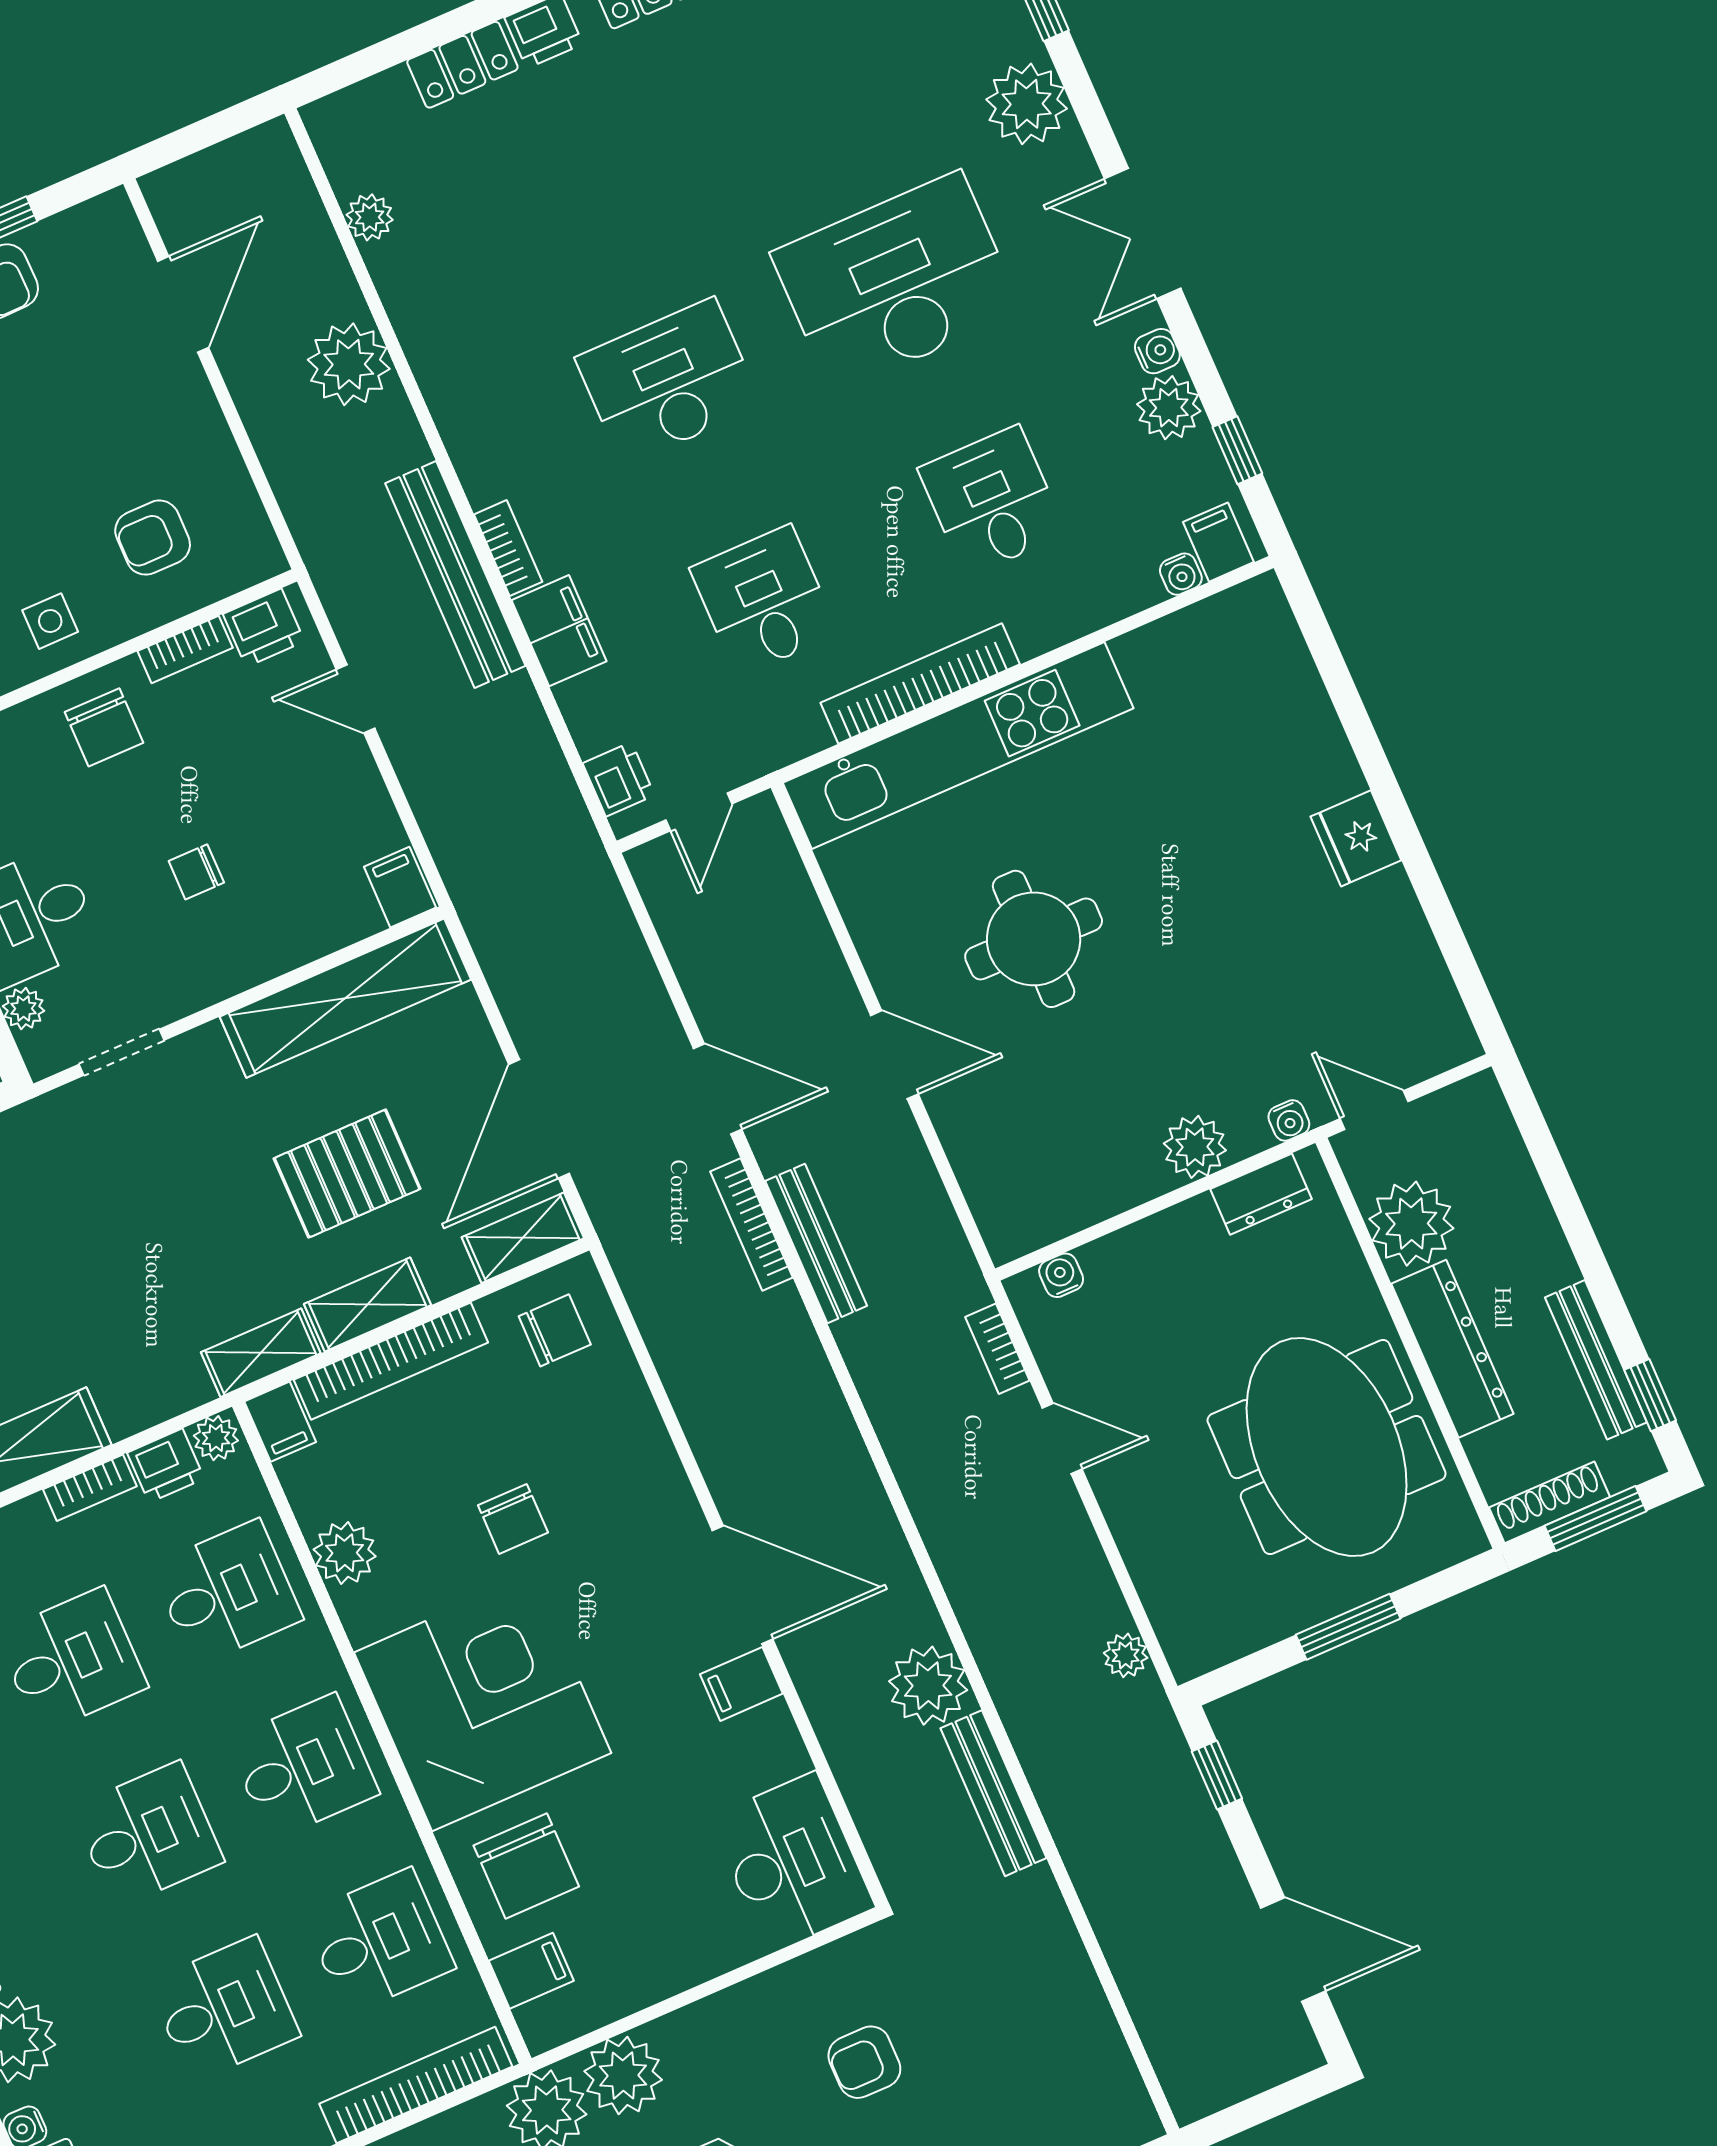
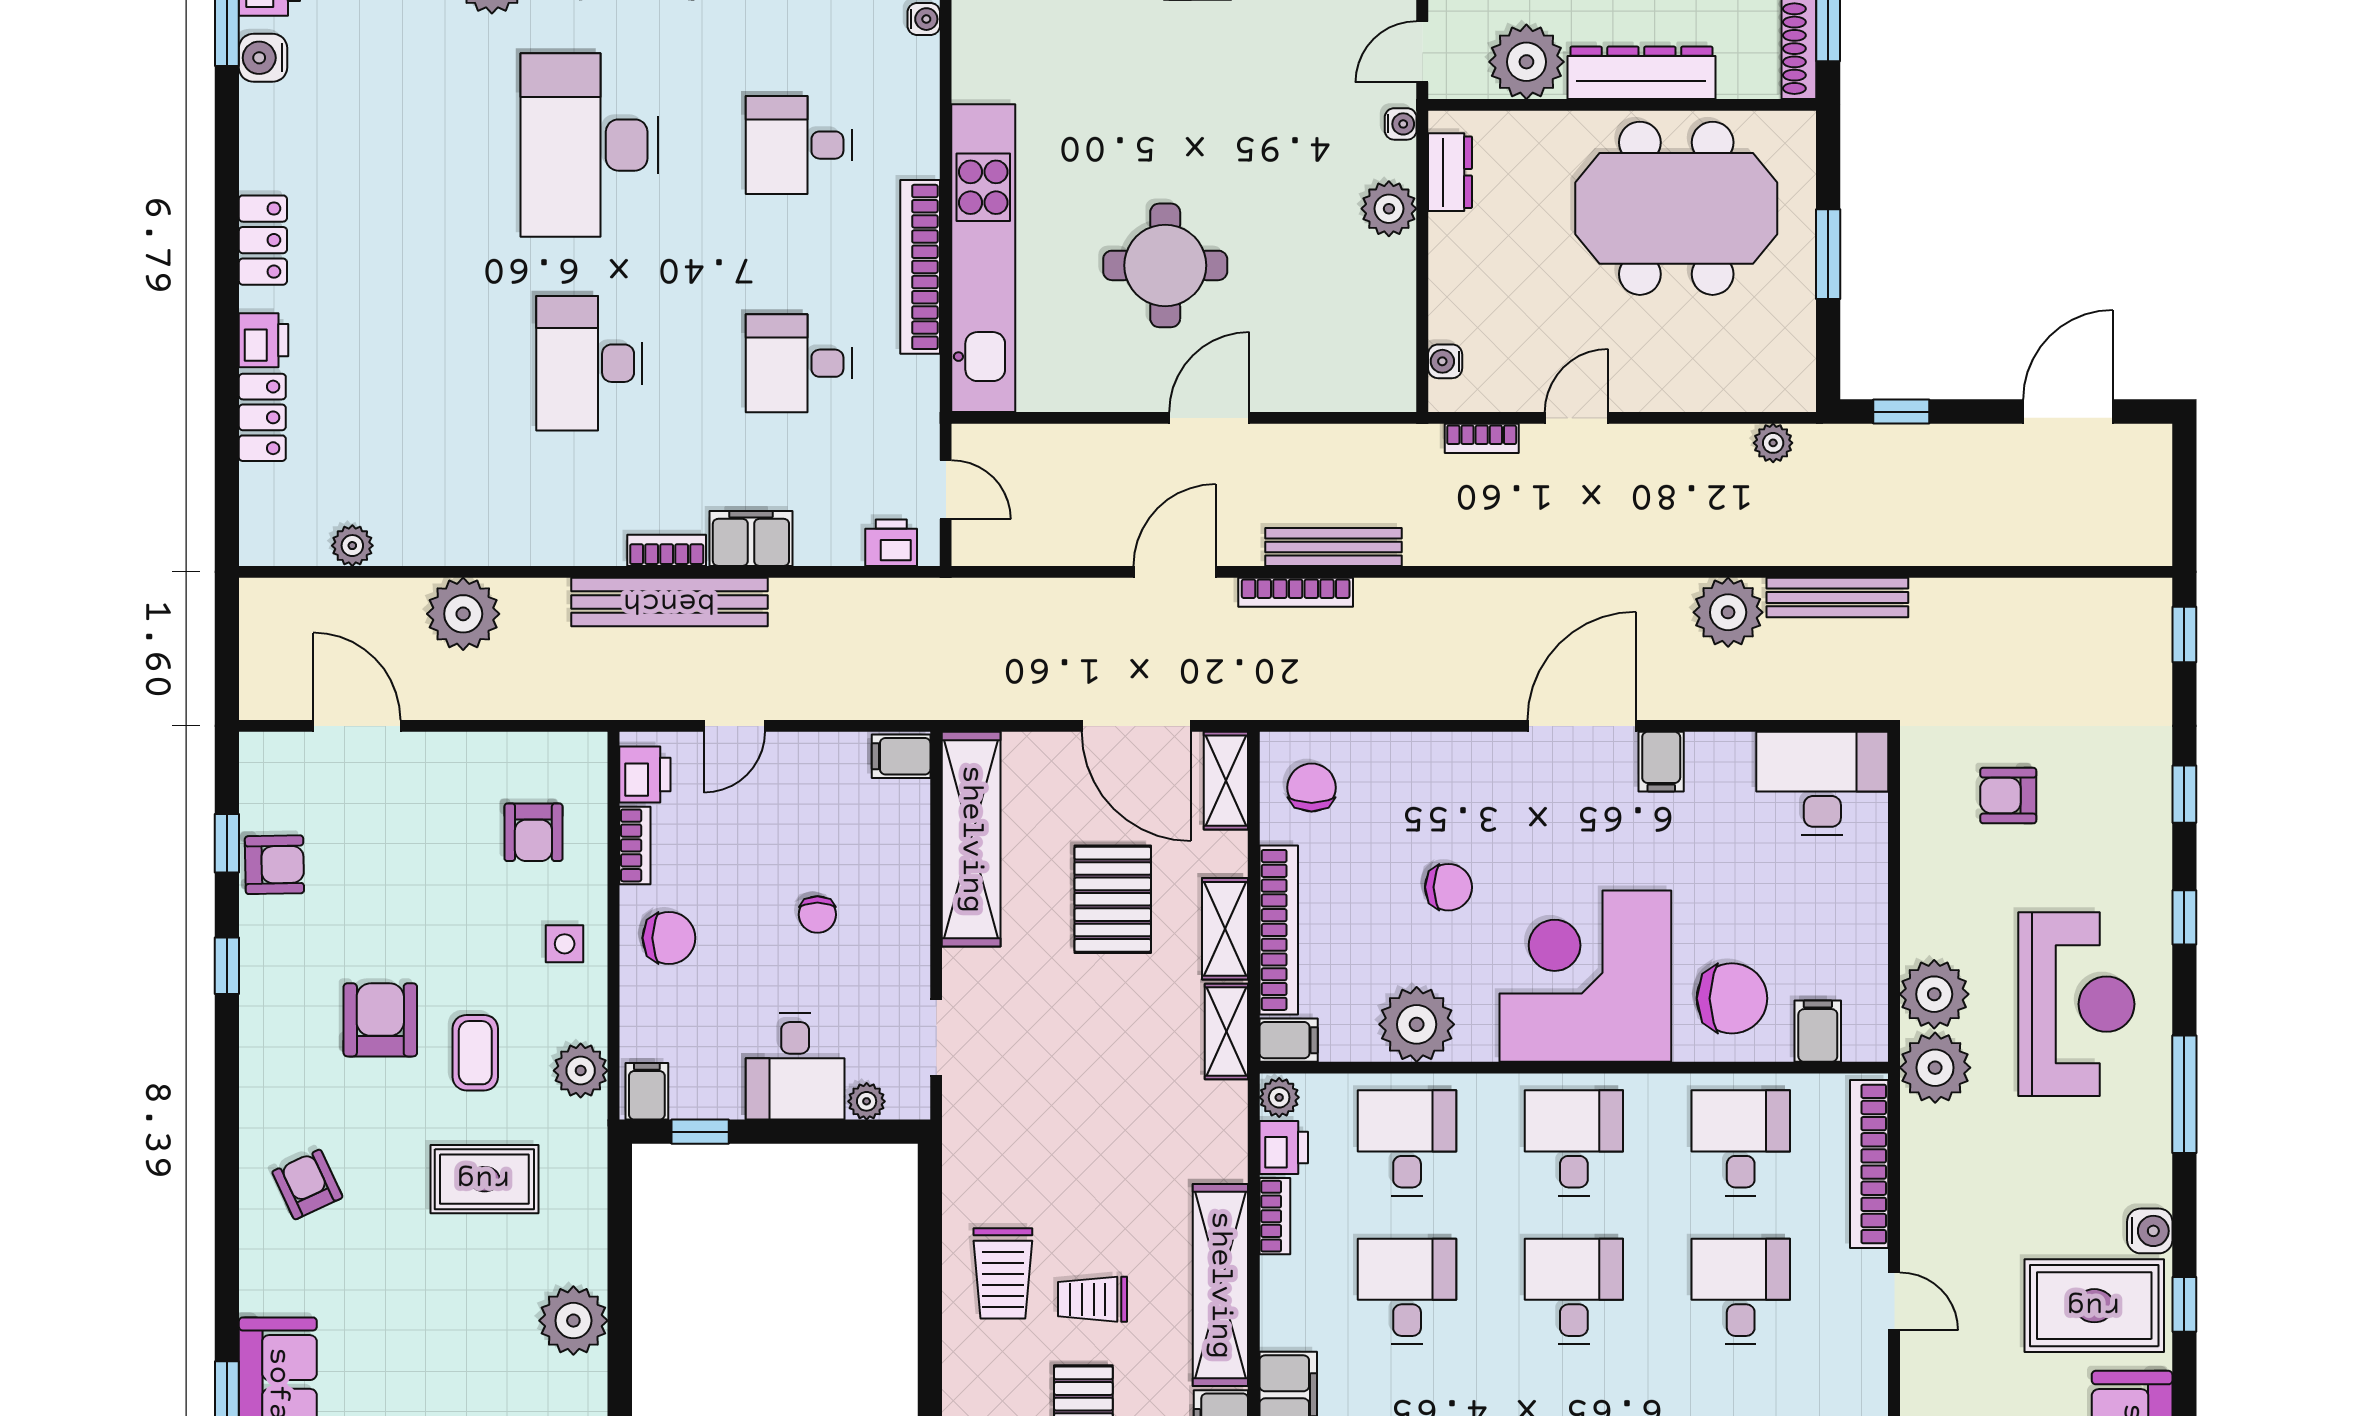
plant: (345, 1553) -> (1417, 1024), width x1.36, depth x1.36
armchair: (864, 2062) -> (2008, 796), turned 90

